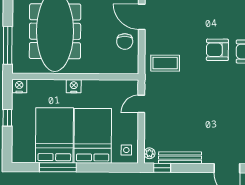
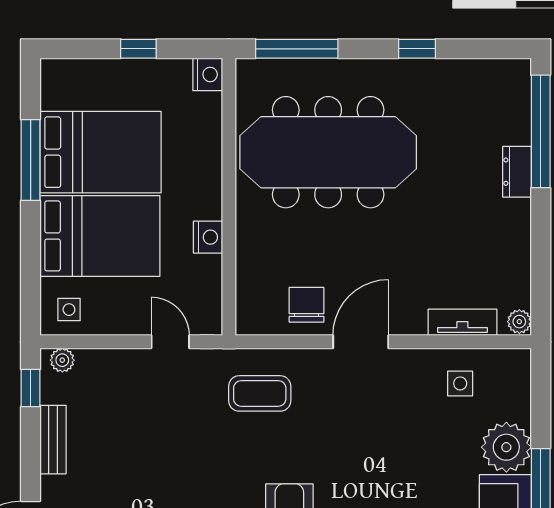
chair: (125, 41) -> (306, 305), turned 90
coffee table: (165, 63) -> (260, 393), turned 90
nightstand: (74, 86) -> (208, 237), moved
bench: (180, 158) -> (53, 440), width x0.73

